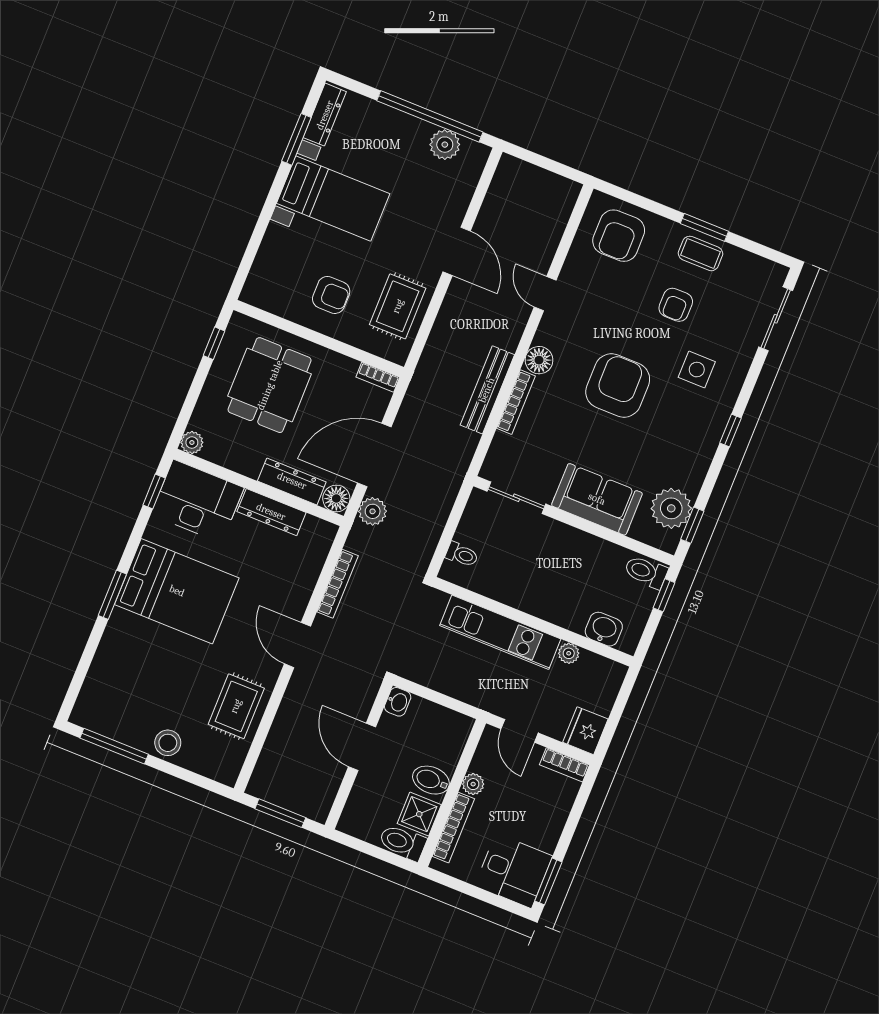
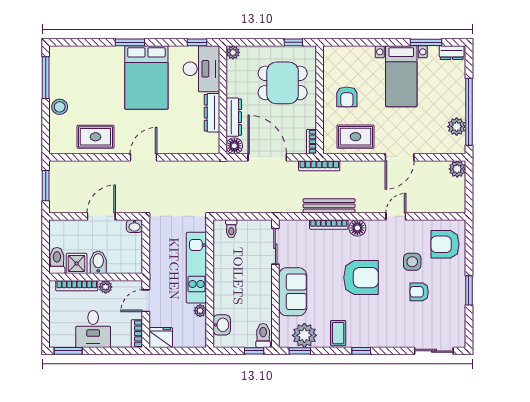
dresser: (325, 115) -> (452, 53), width x0.70
coffee table: (701, 253) -> (338, 333), moved
side table: (697, 370) -> (412, 262), moved
plant: (373, 511) -> (457, 169), moved
bookcase: (338, 584) -> (319, 166), moved
desk: (514, 871) -> (93, 329), moved

